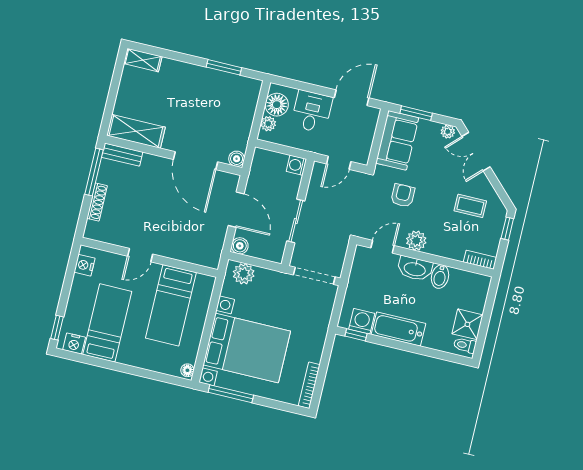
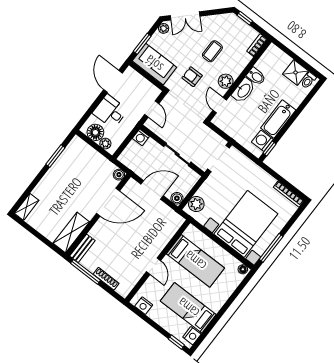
coffee table: (470, 206) -> (212, 51), moved

